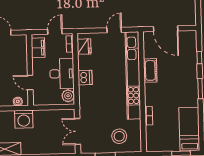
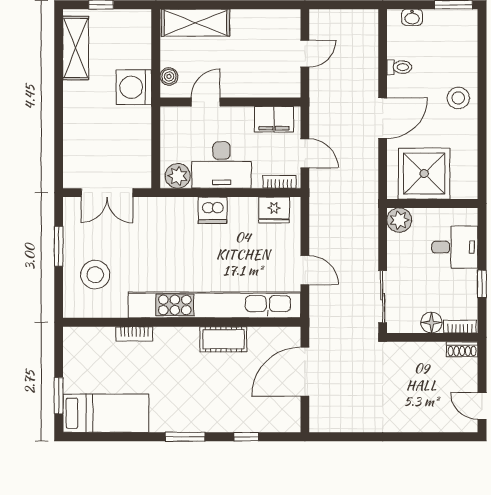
double door: (77, 131) -> (107, 193), swing flipped

